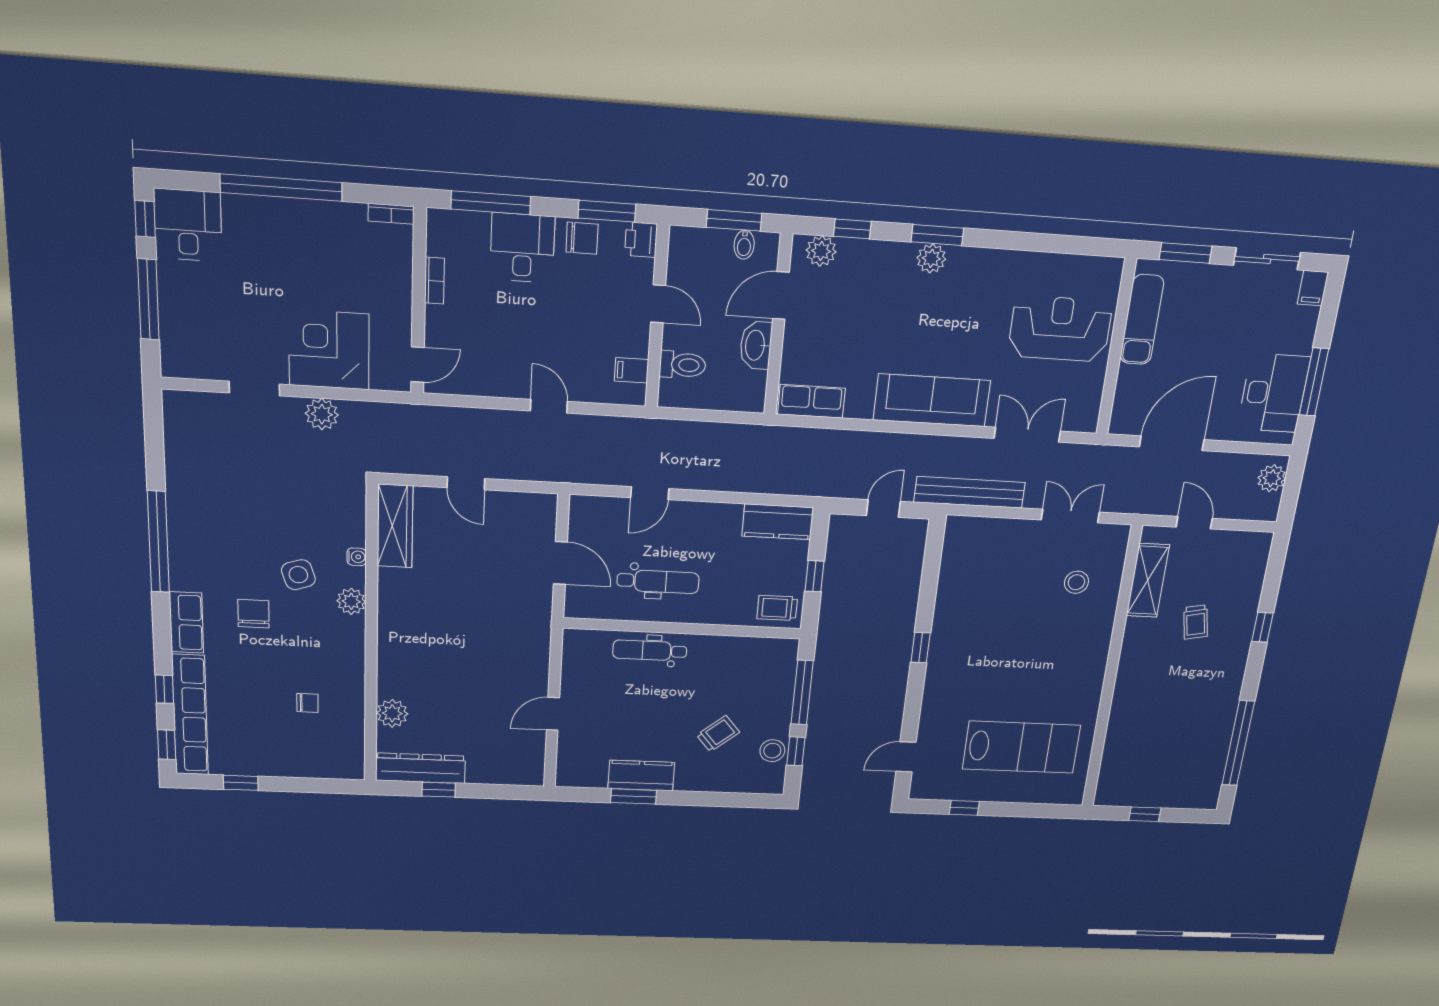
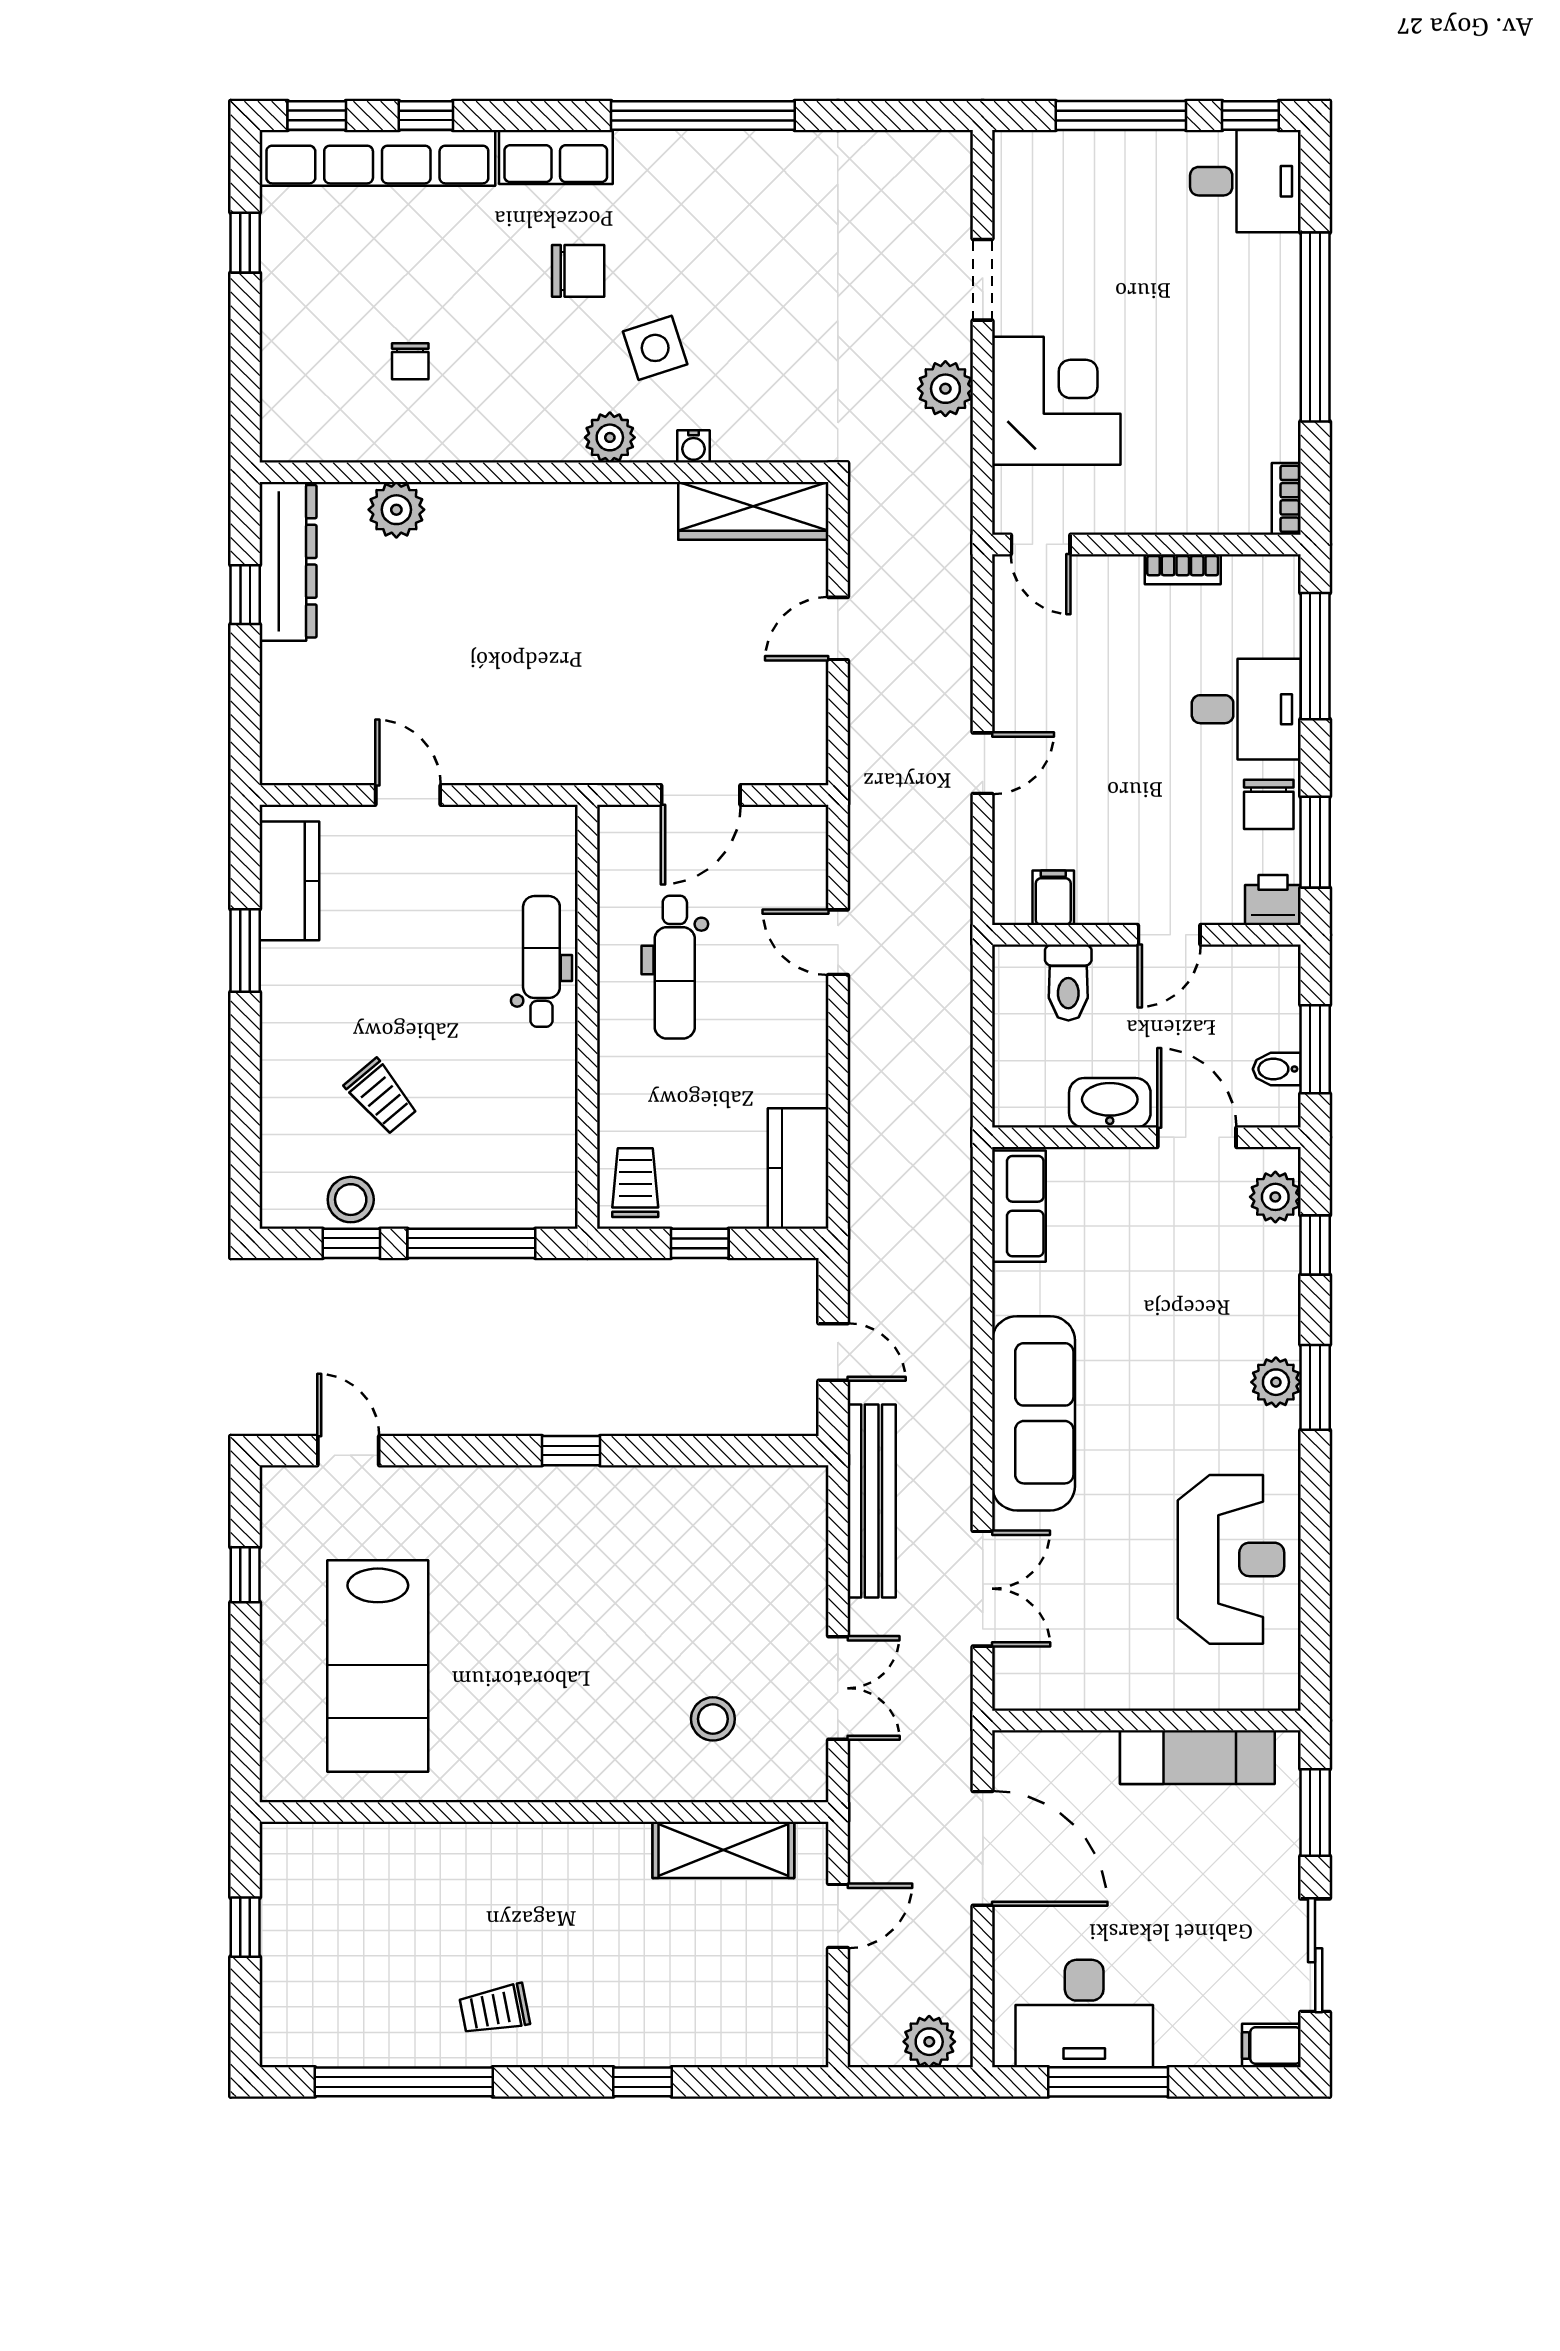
reception desk: (1060, 329) -> (1231, 1559), moved
trolley: (1196, 622) -> (494, 2009), moved
kitchen counter: (641, 775) -> (289, 881), moved

